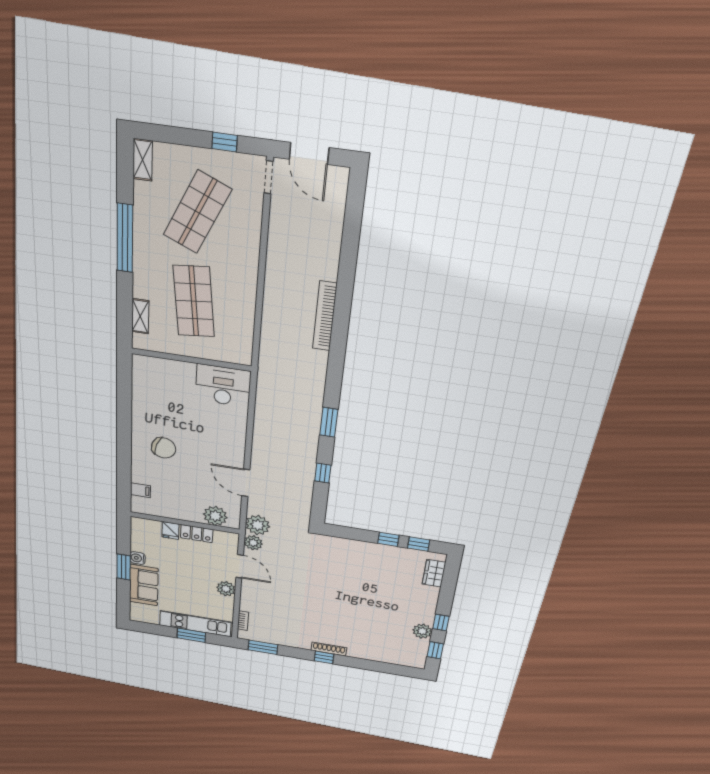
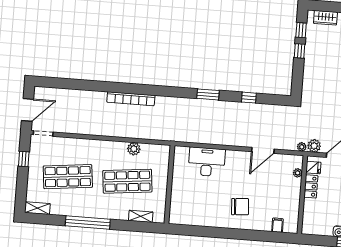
shop shelf: (197, 212) -> (68, 177), turned -30
plant: (245, 314) -> (134, 149), added
desk: (223, 386) -> (207, 162), moved, turned 90
chair: (164, 448) -> (240, 207), turned 67
plant: (215, 516) -> (298, 173), width x0.53, depth x0.53
plant: (258, 525) -> (302, 147), width x0.53, depth x0.53
fridge: (170, 530) -> (313, 168), moved

